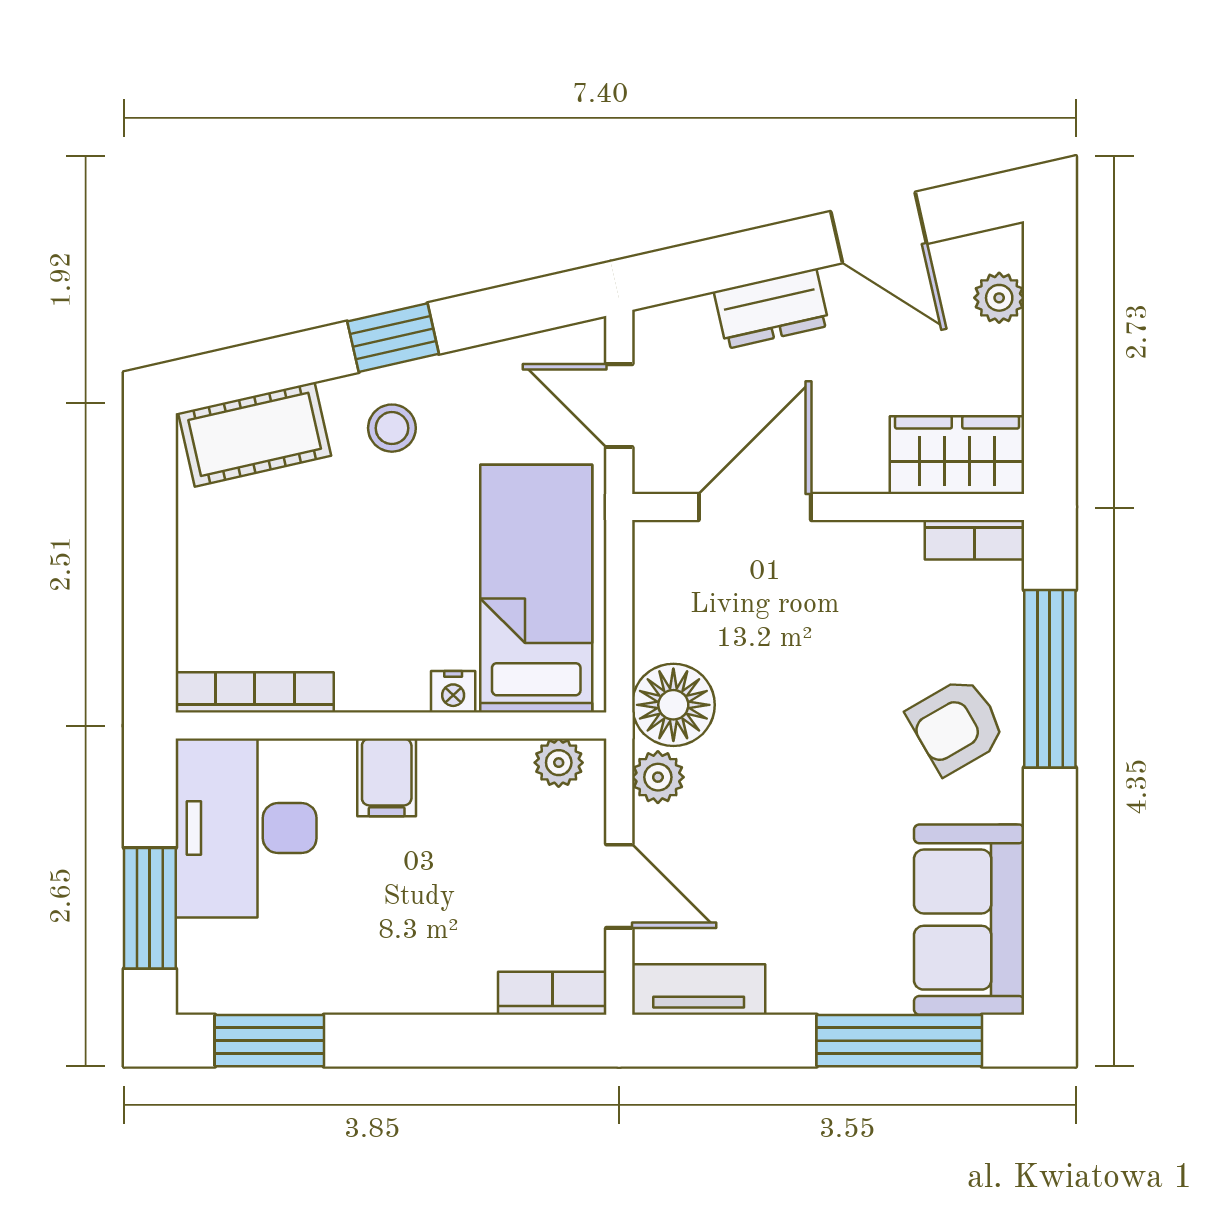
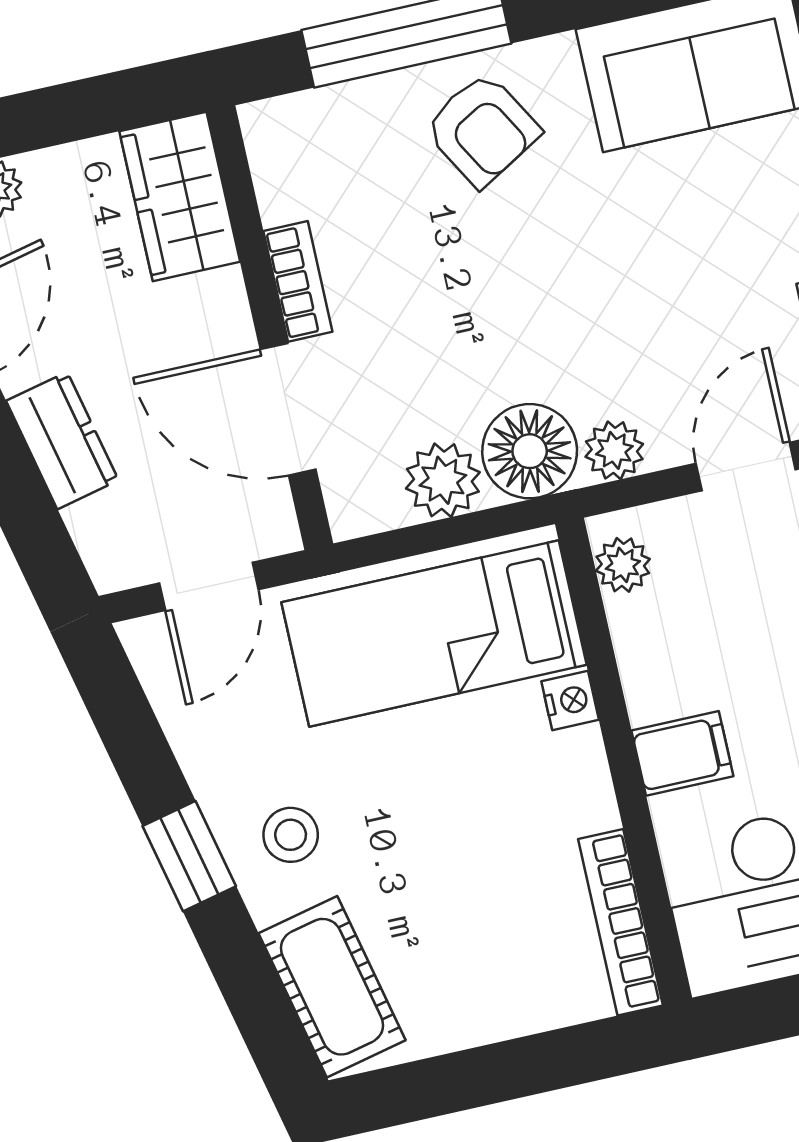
bookcase: (975, 540) -> (298, 281), moved
plant: (665, 625) -> (443, 480), added

